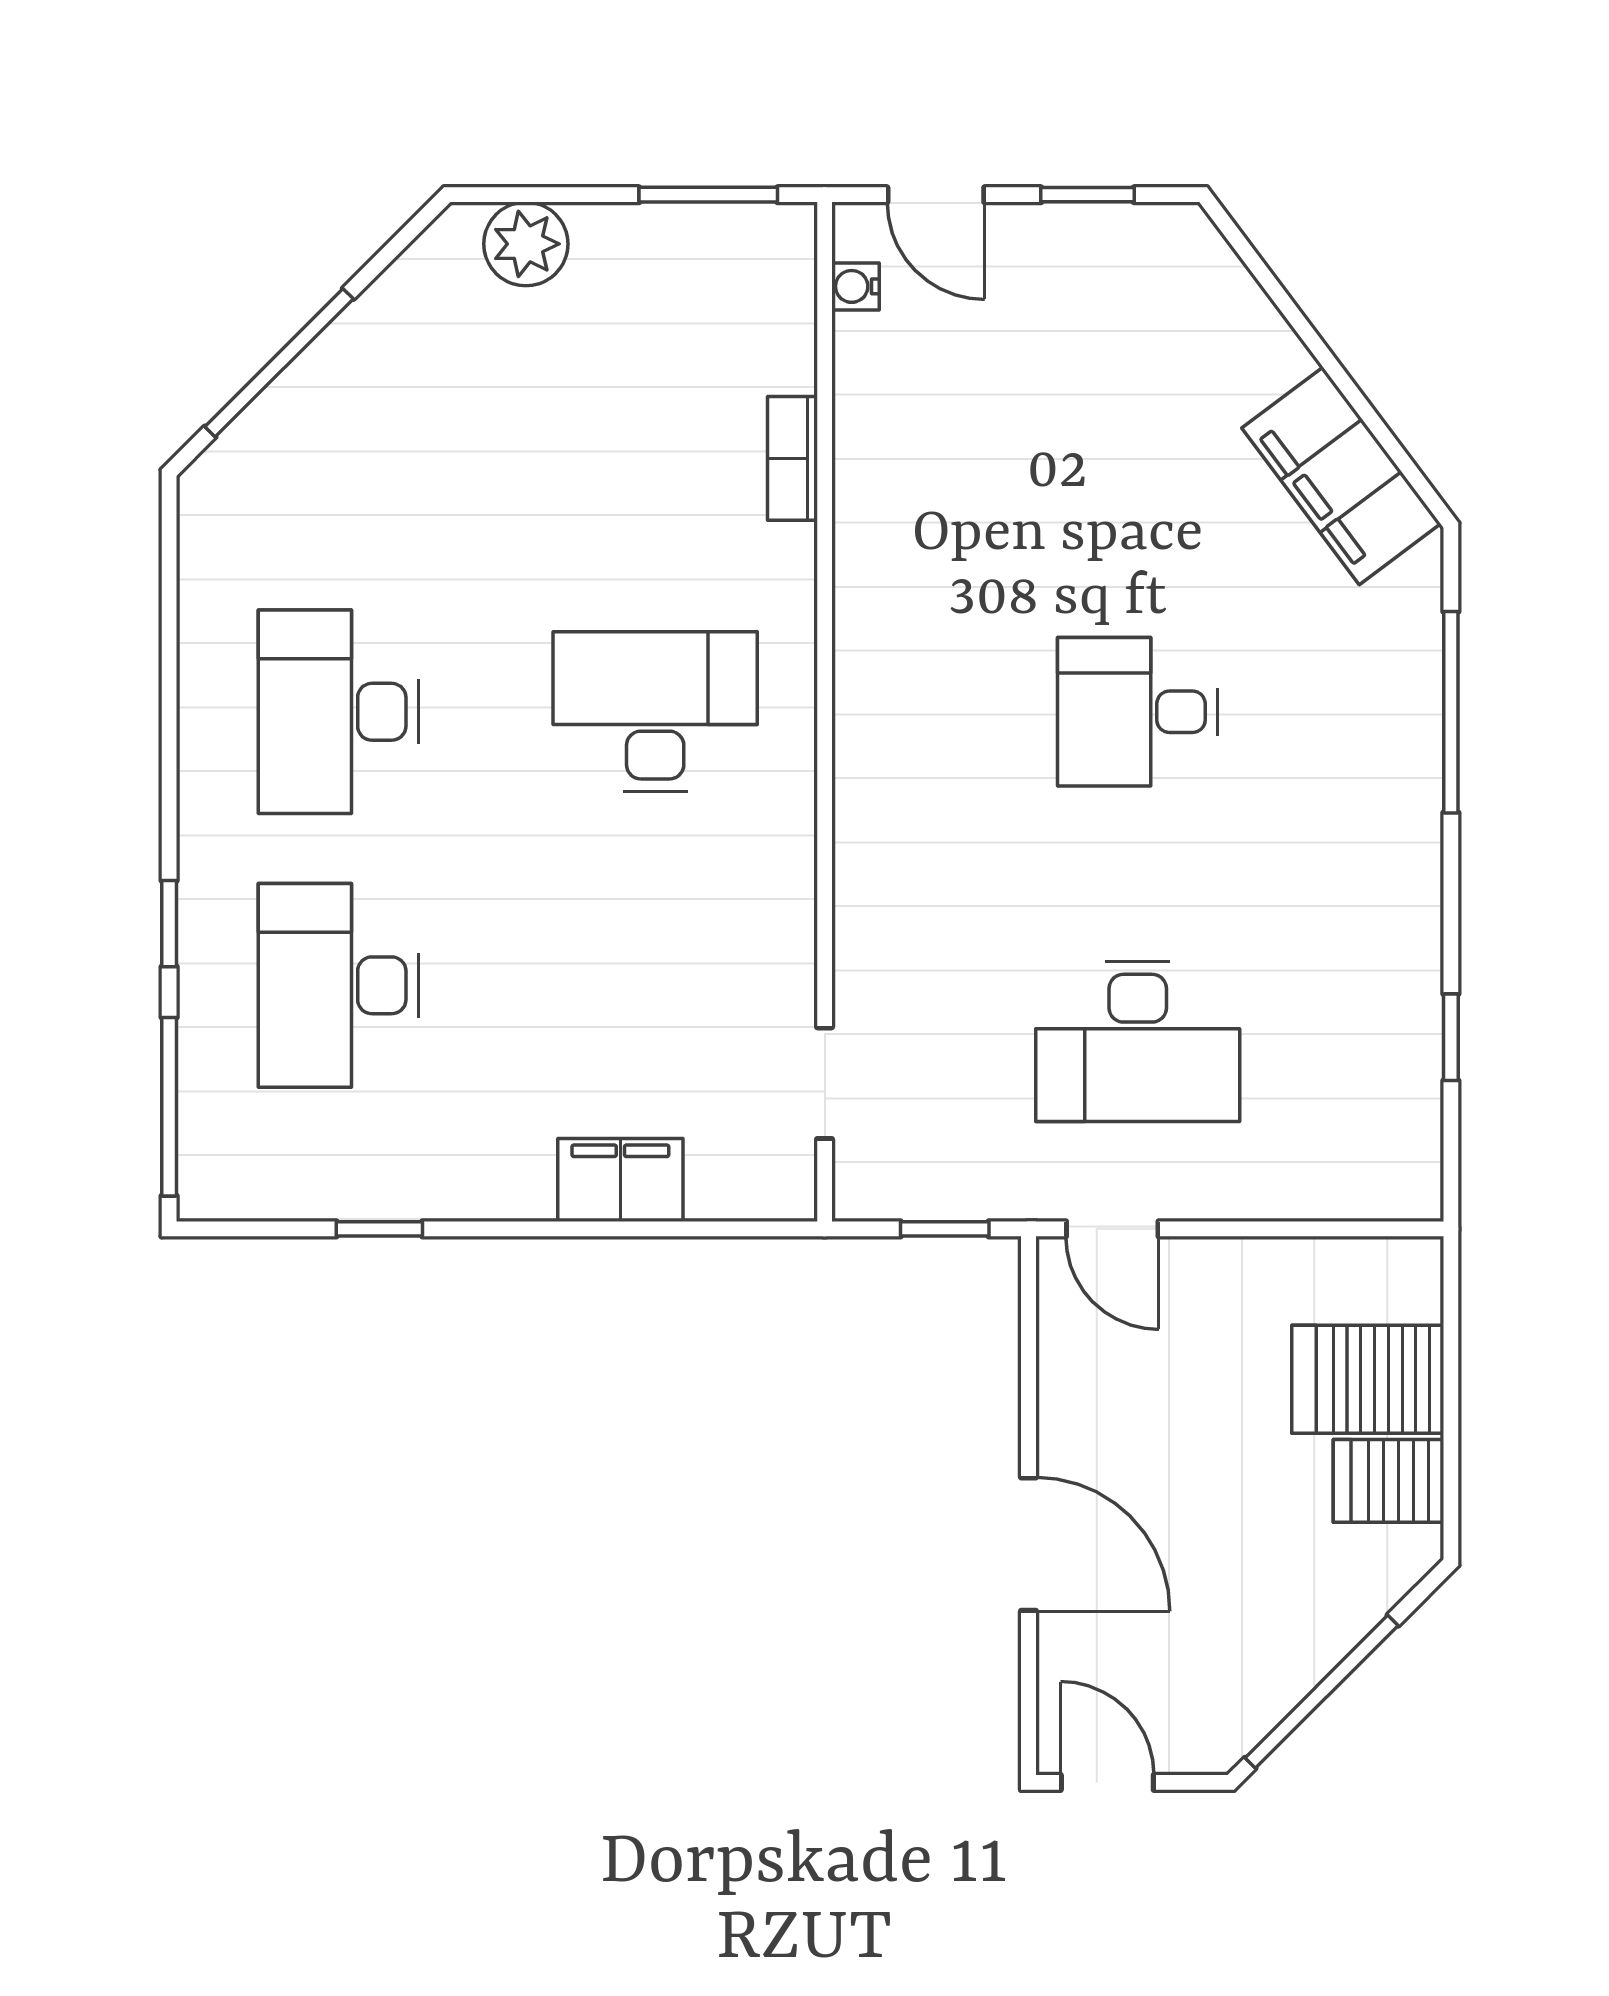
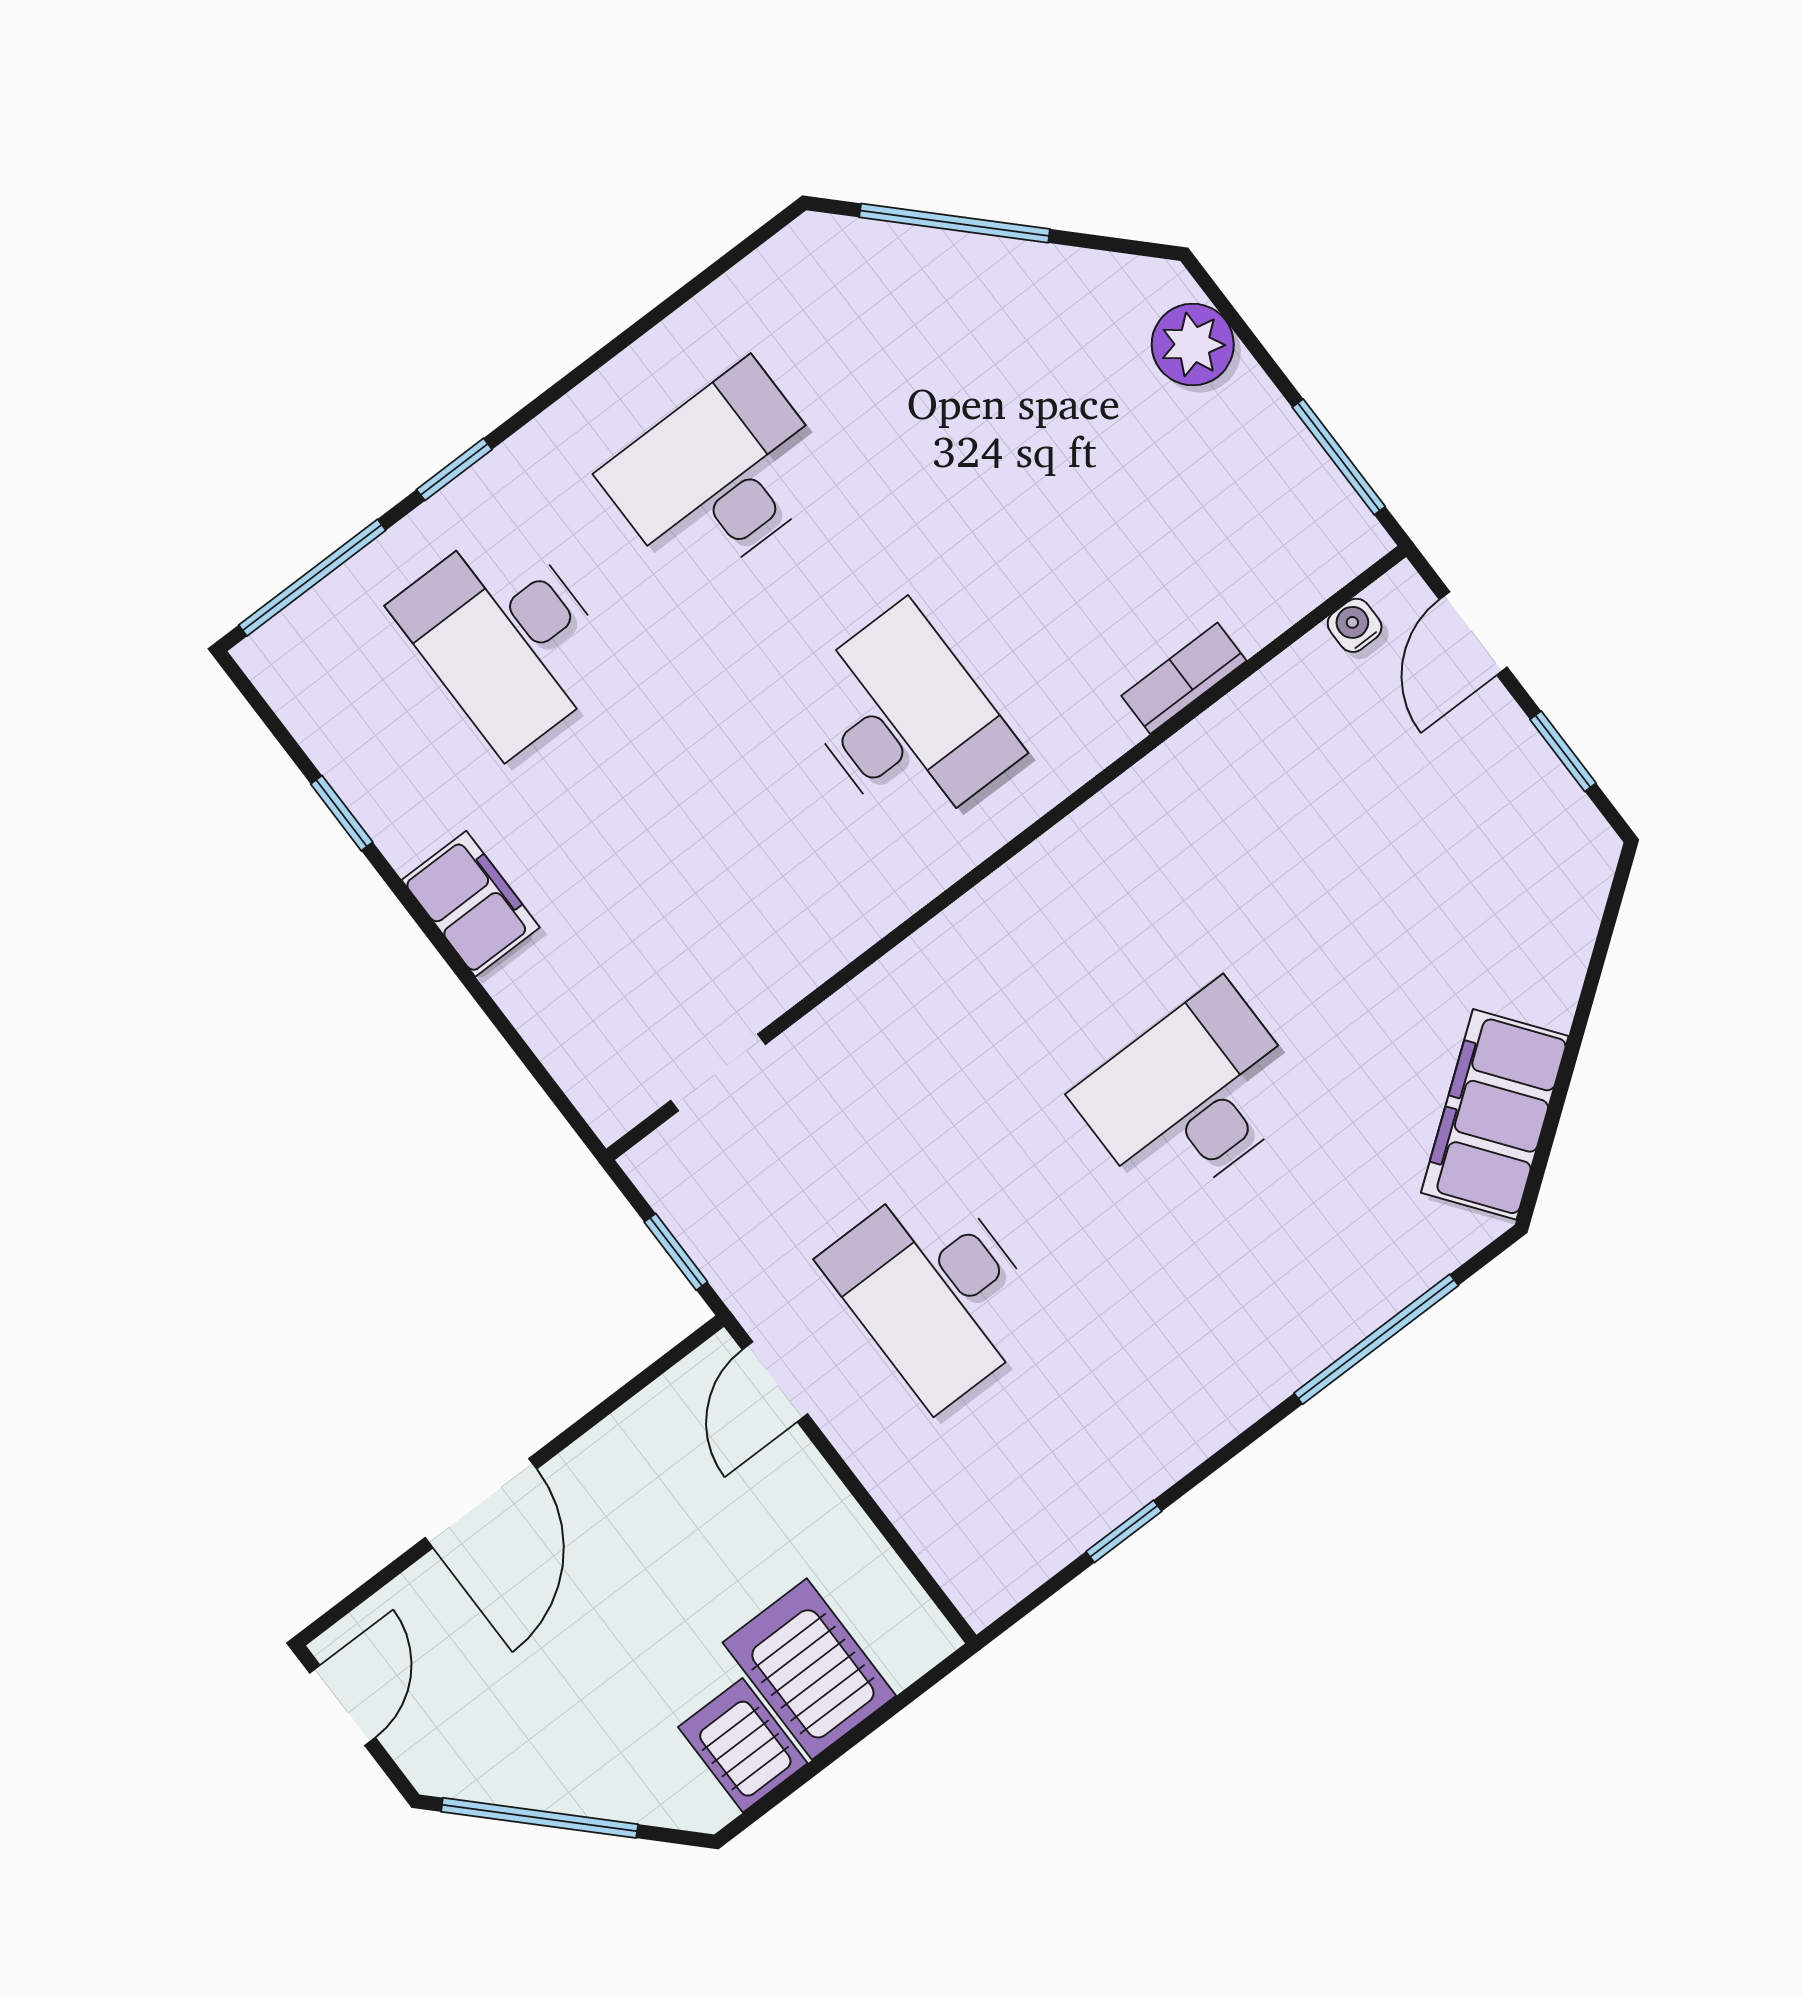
desk: (1138, 712) -> (1191, 1096), width x1.37
desk: (339, 985) -> (507, 637), turned -90
filing cabinet: (620, 1180) -> (471, 904), moved

